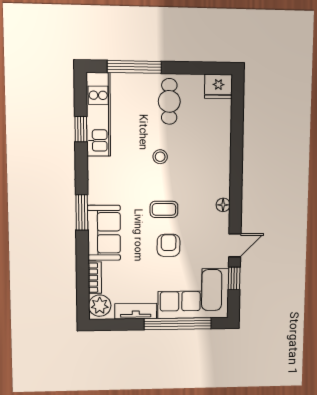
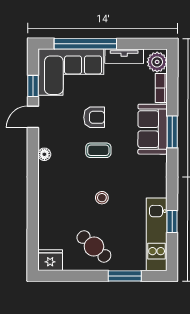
window: (134, 67) -> (125, 276), width x0.69
cafe table: (169, 101) -> (94, 247), turned -48
window: (82, 212) -> (172, 132), moved
armchair: (169, 245) -> (94, 117), turned -90

